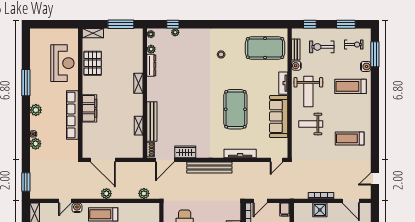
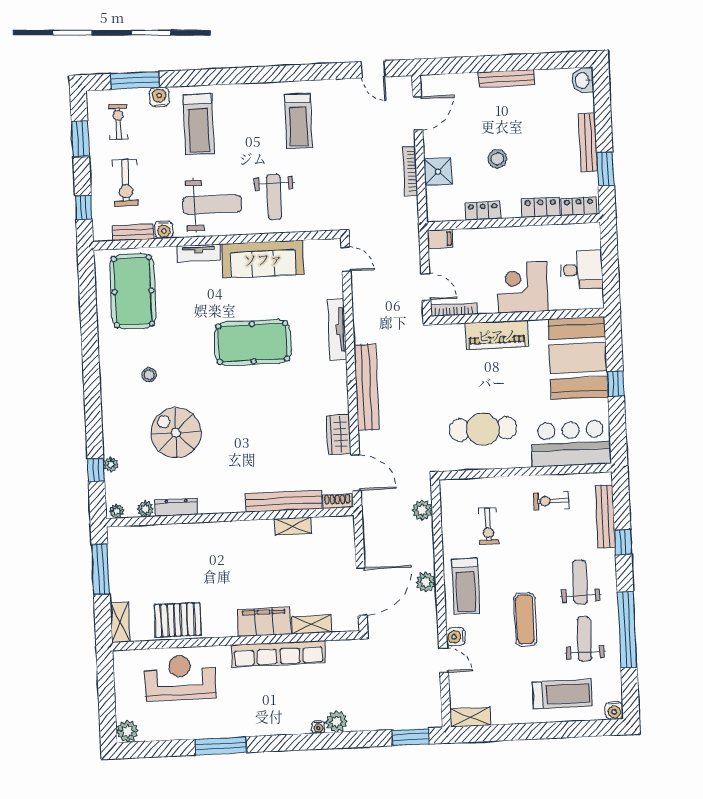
spiral stairs: (190, 67) -> (176, 433), added
shelving: (138, 83) -> (312, 625), moved
plant: (36, 110) -> (127, 731), moved

